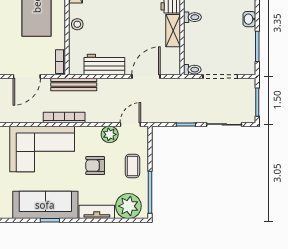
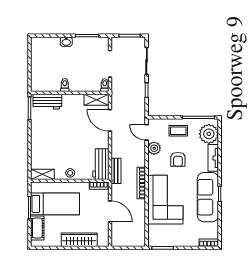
shelving: (173, 31) -> (96, 100), moved
workbench: (104, 64) -> (101, 164), moved
bench: (74, 84) -> (116, 171), width x0.73

